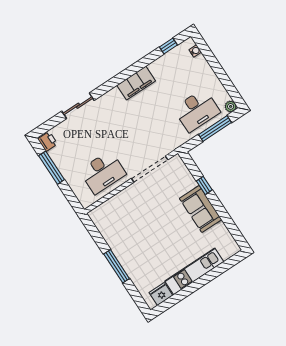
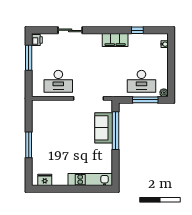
window: (168, 46) -> (137, 30), moved
window: (204, 185) -> (116, 131), width x3.17
sofa: (201, 209) -> (104, 128), moved
kitchen unit: (194, 271) -> (90, 180), moved

